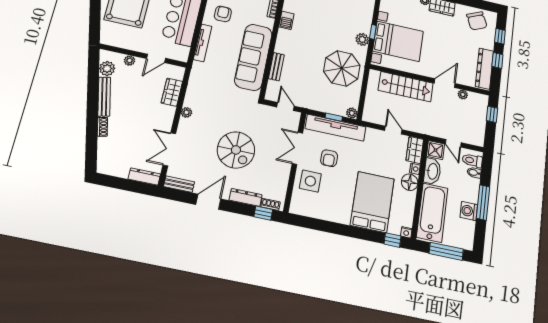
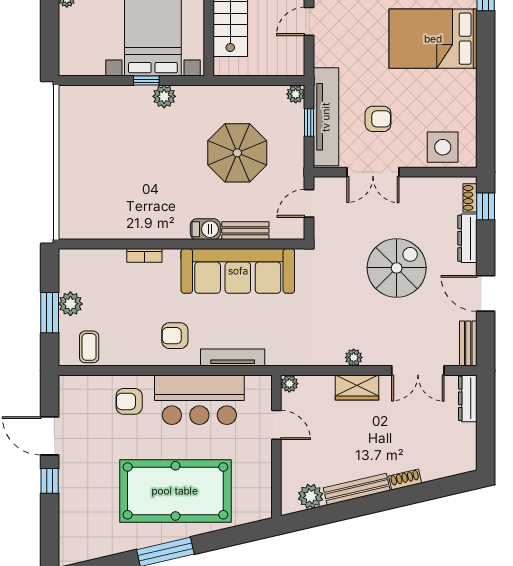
barbecue: (286, 20) -> (205, 229), moved
plant: (130, 61) -> (289, 384), moved
parasol: (342, 68) -> (237, 153), moved
wardrobe: (172, 92) -> (357, 387), moved
side table: (310, 181) -> (443, 147), moved

